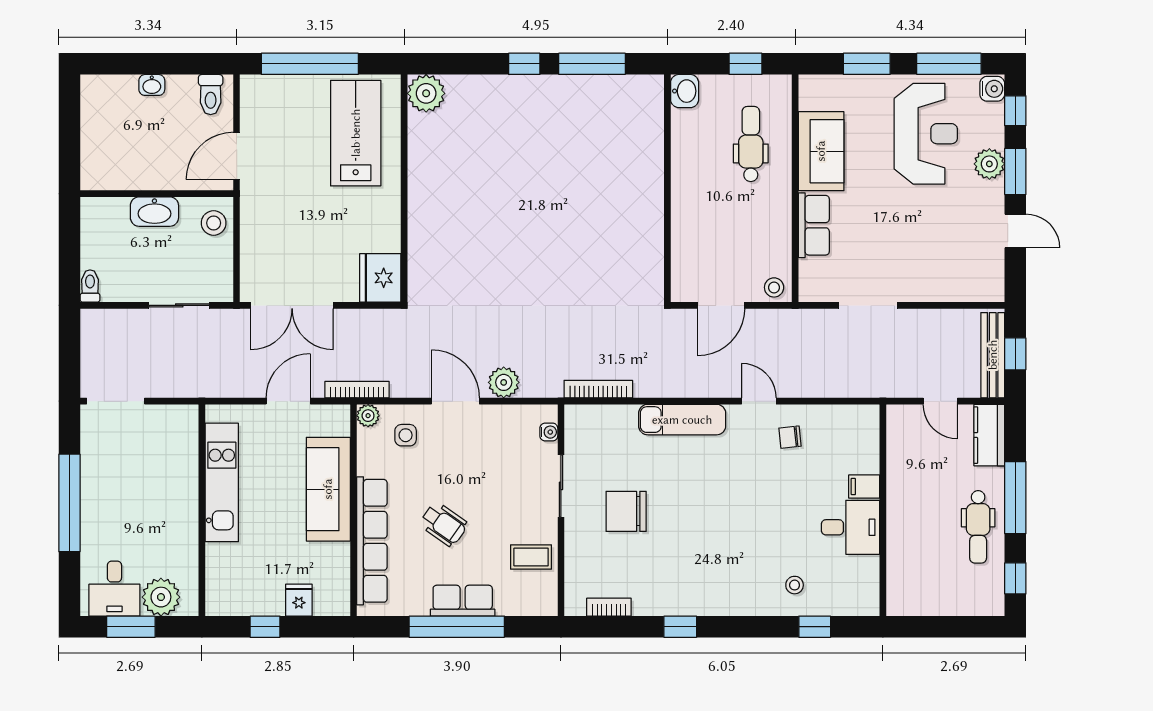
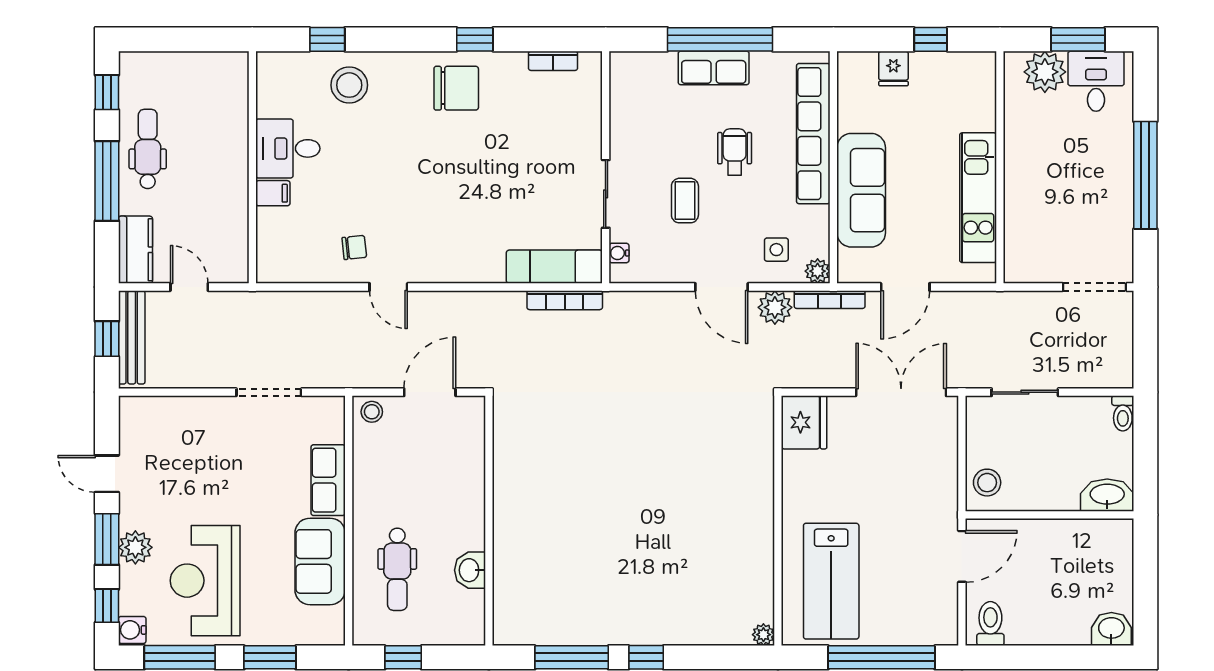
washbasin: (152, 85) -> (1111, 629), moved, width x1.38, depth x1.45
washbasin: (685, 91) -> (470, 570), moved
plant: (426, 93) -> (763, 635), width x0.53, depth x0.53
washbasin: (154, 212) -> (1107, 495), moved
plant: (504, 382) -> (775, 307), moved
exam couch: (682, 420) -> (554, 267), moved
chair: (626, 511) -> (456, 88), moved
wheelchair: (444, 524) -> (735, 152), turned 55
coffee table: (531, 557) -> (685, 201), moved, turned 90
stool: (795, 585) -> (349, 85), width x1.89, depth x1.89

